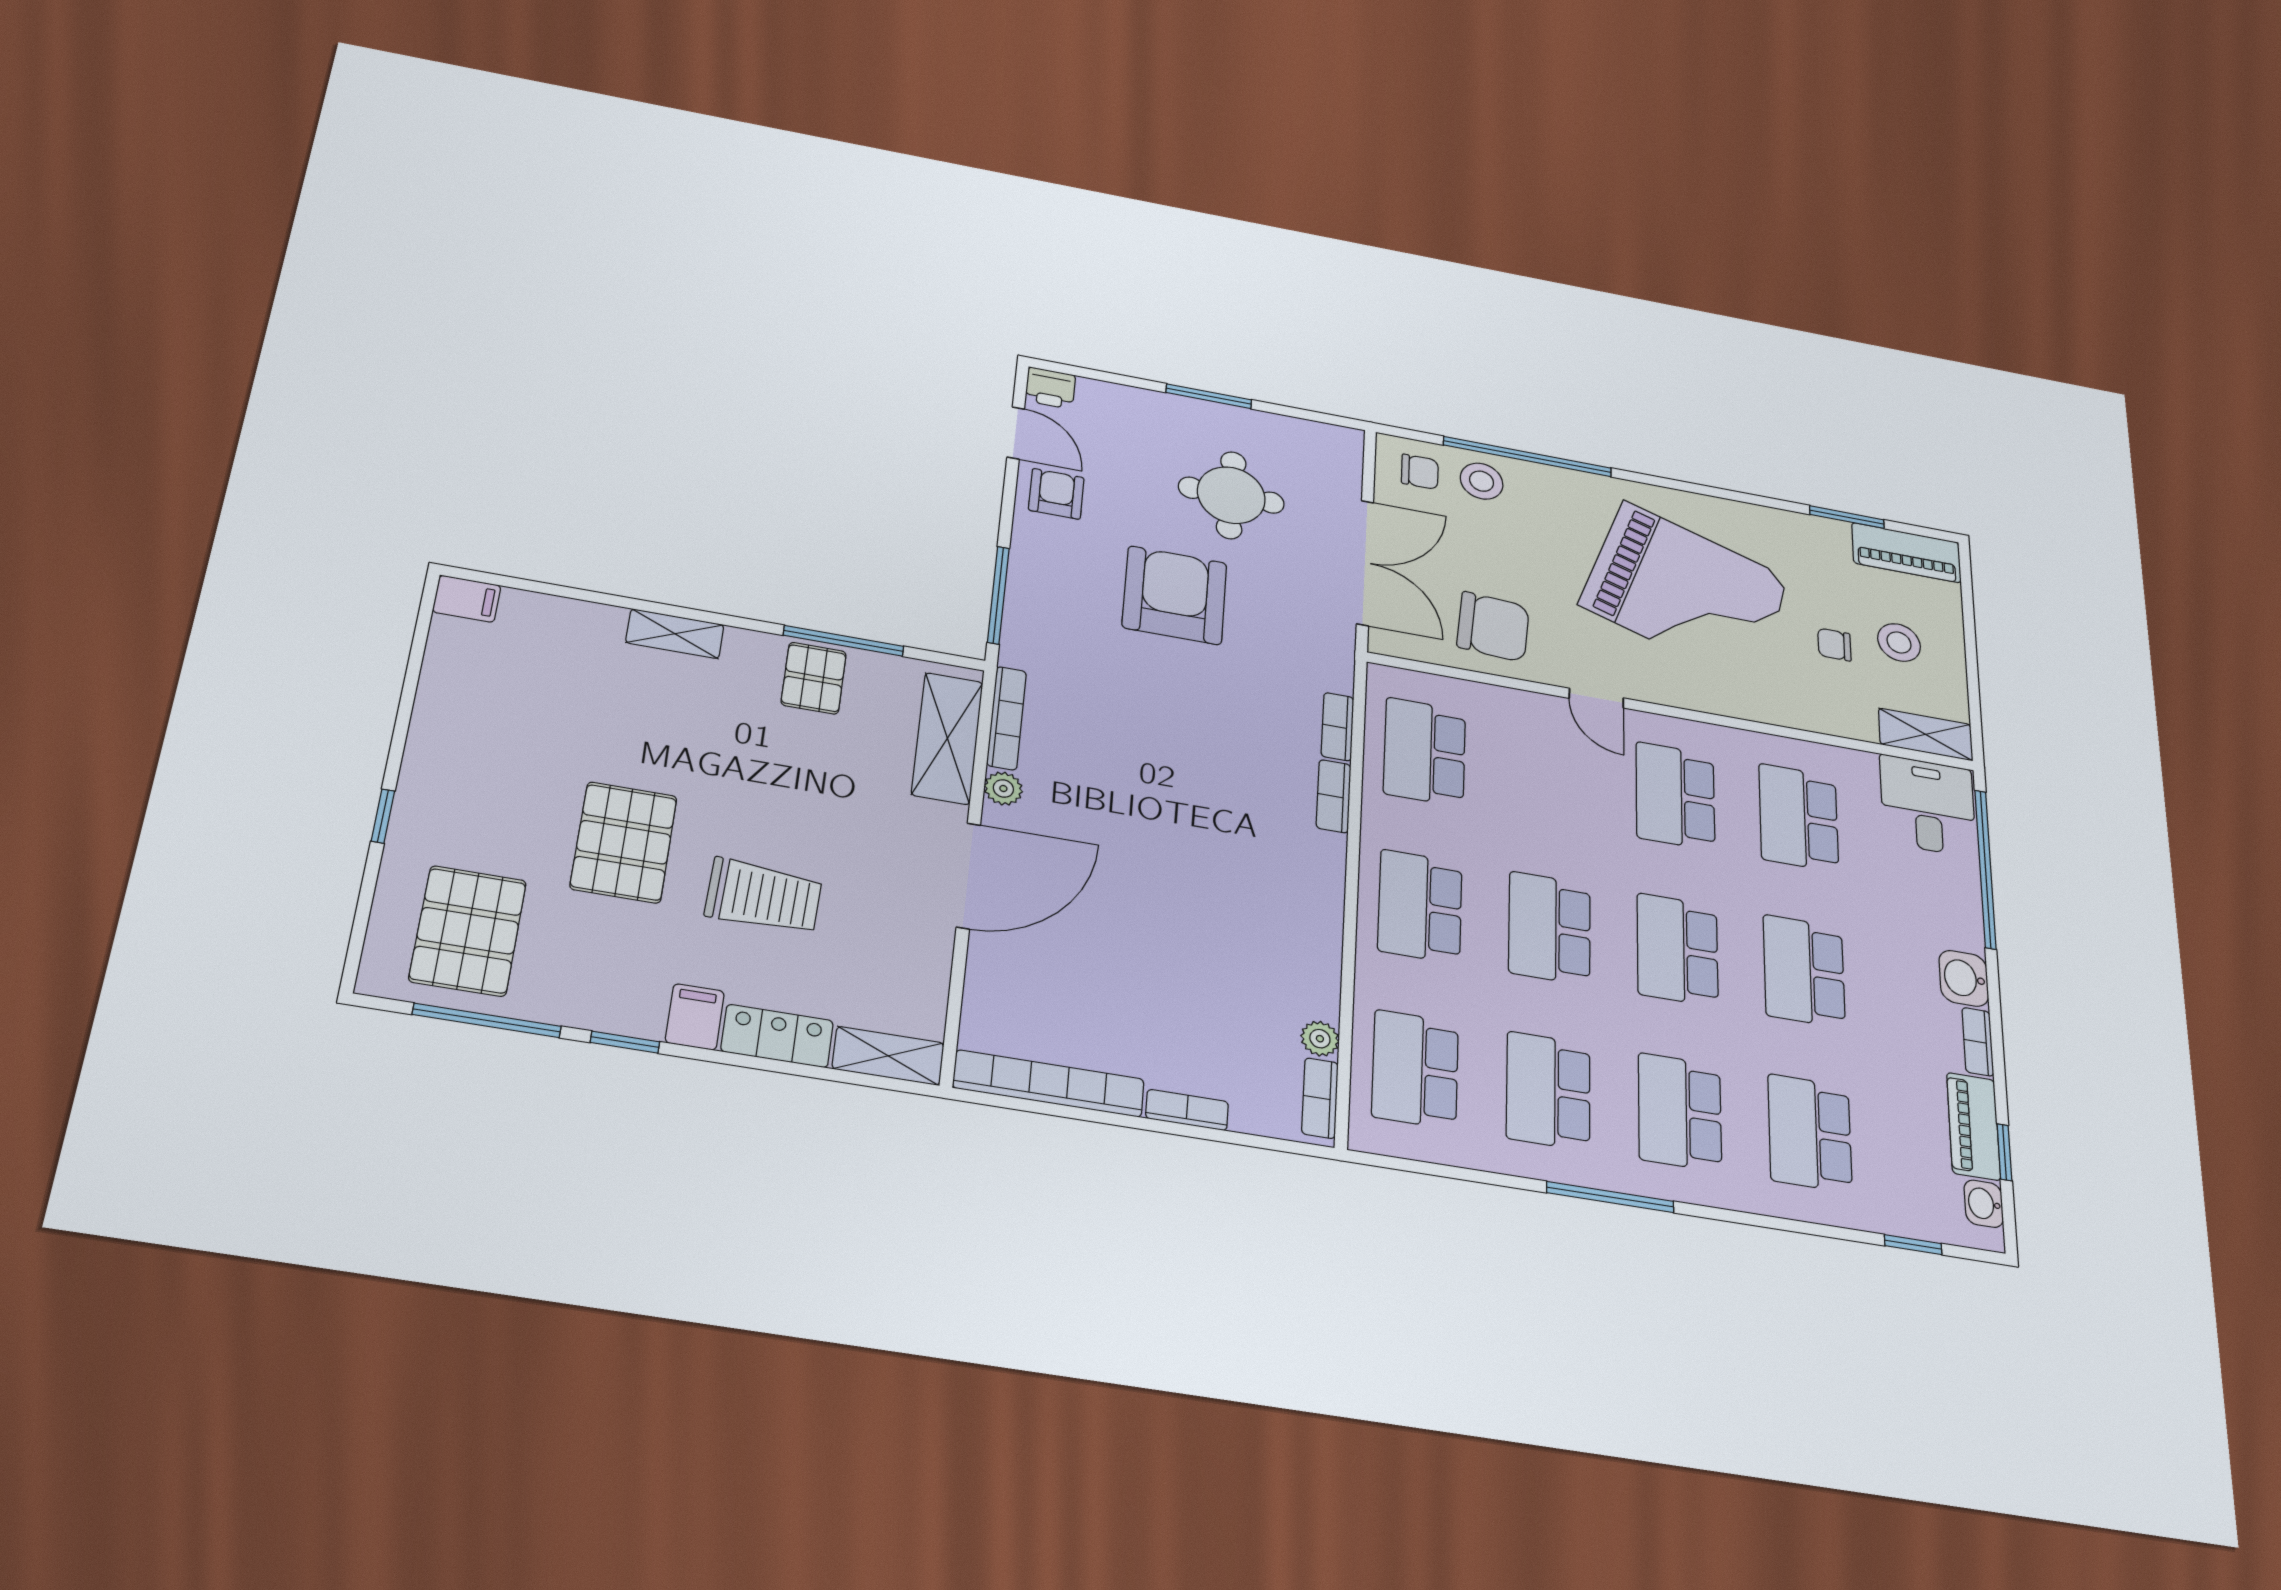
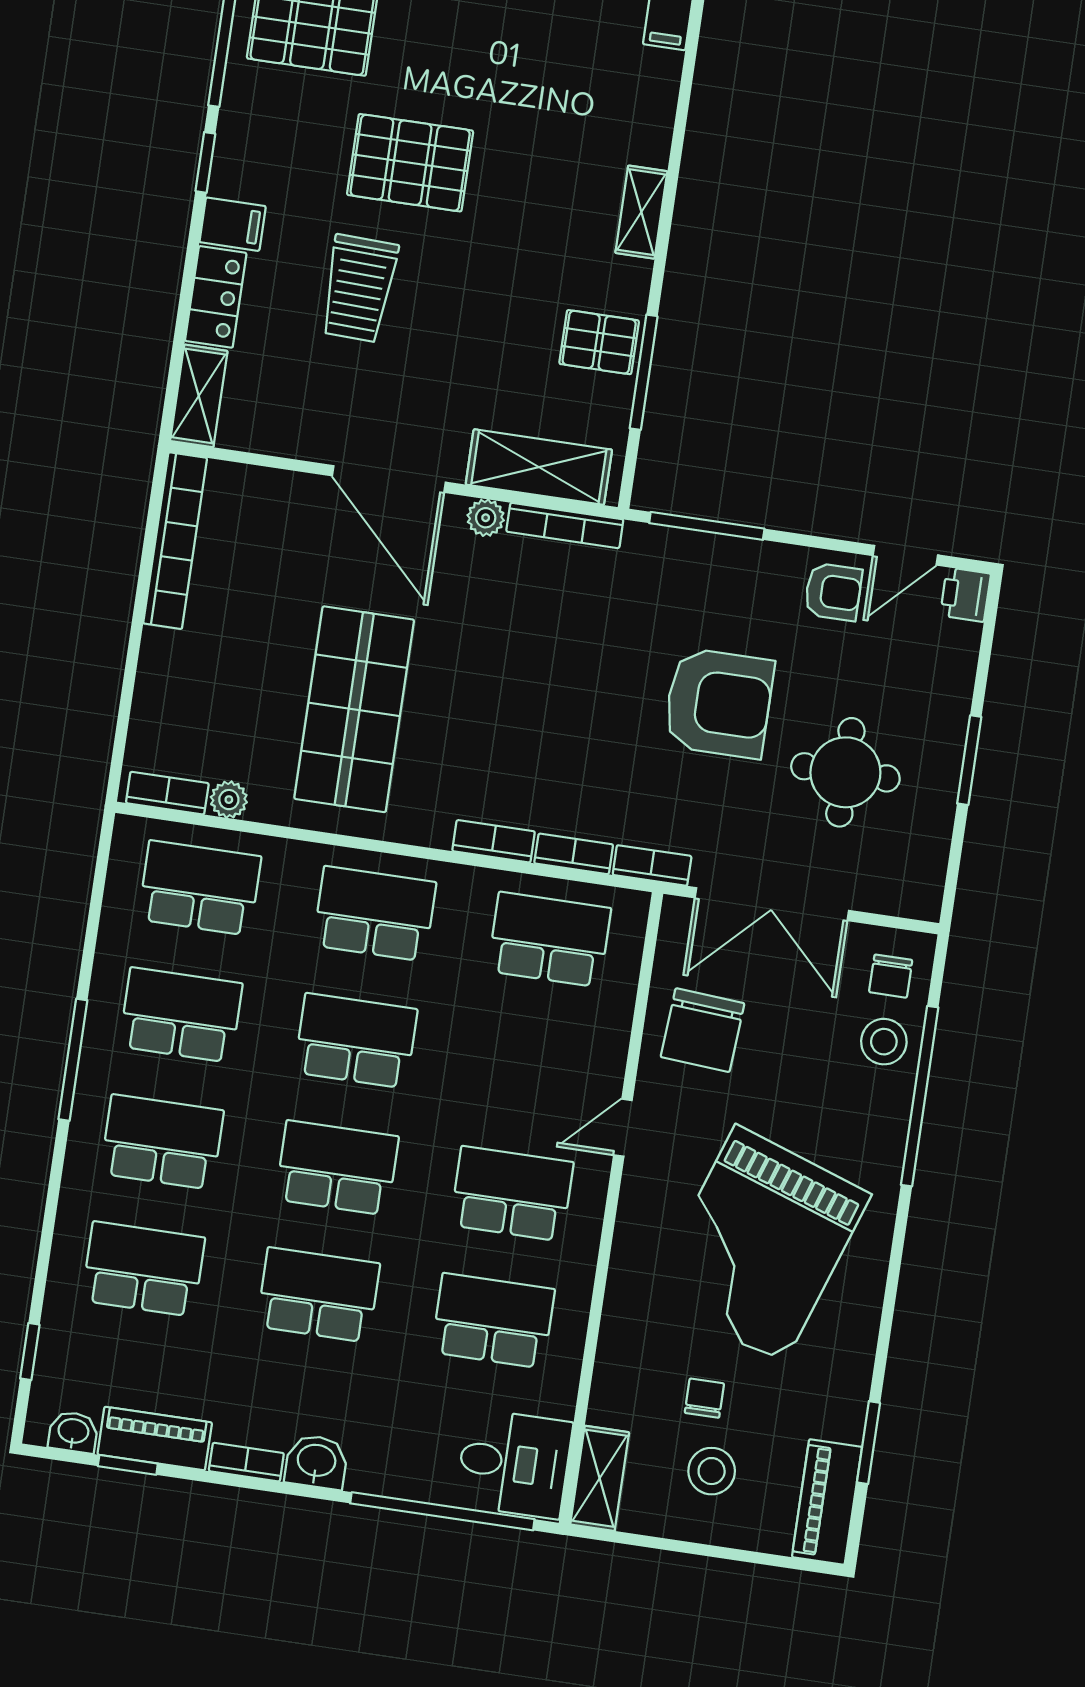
shop shelf: (1213, 917) -> (354, 709), added
bookcase: (1187, 1110) -> (652, 865), moved, turned -90

